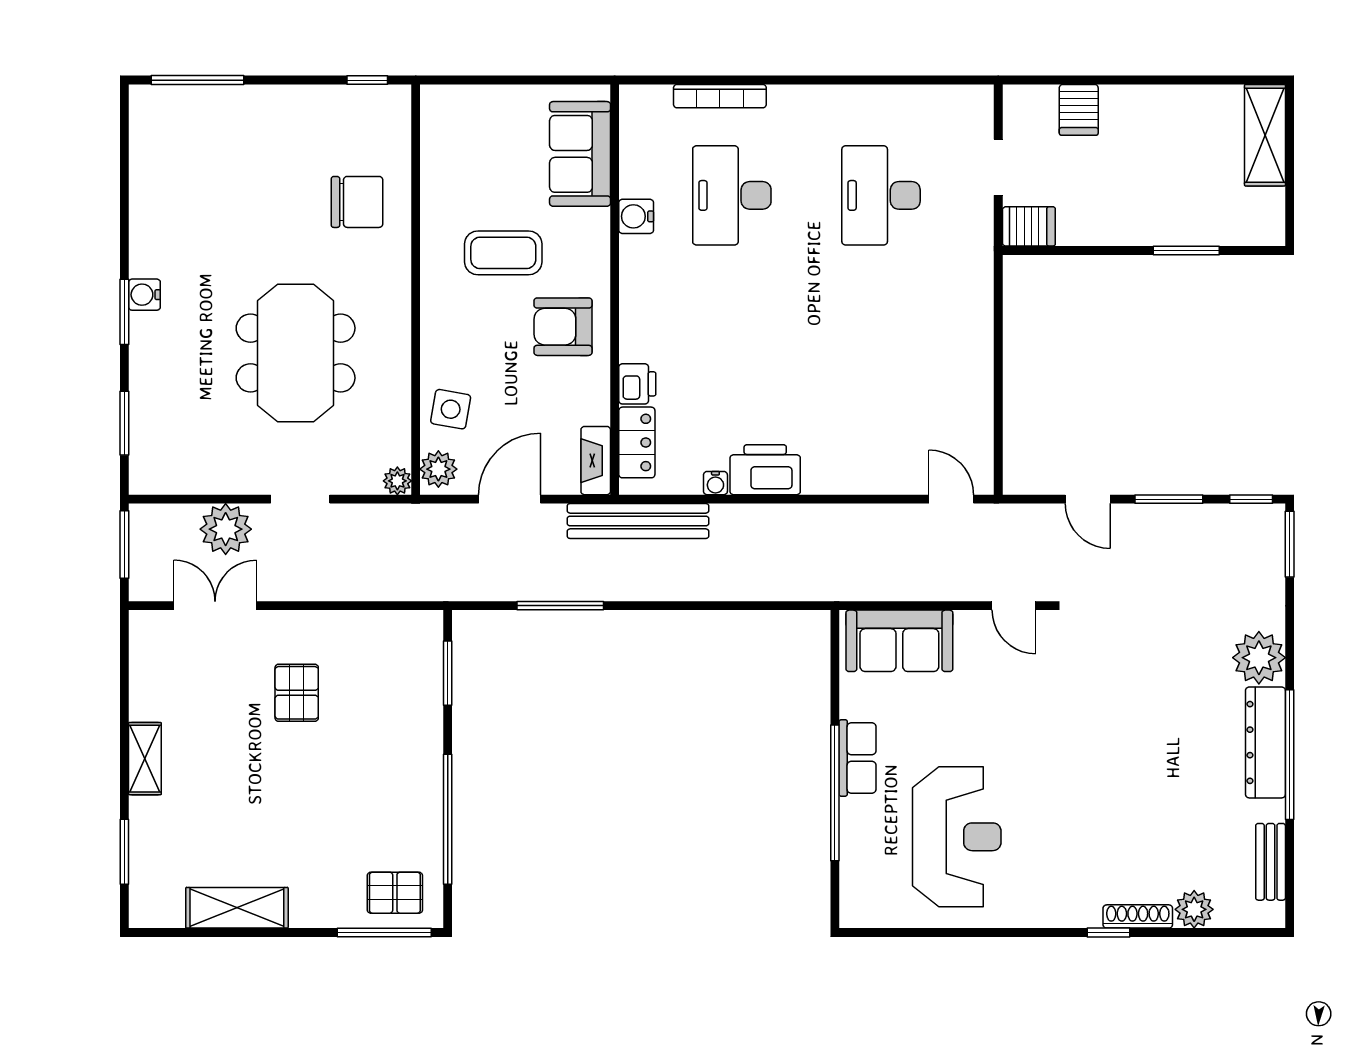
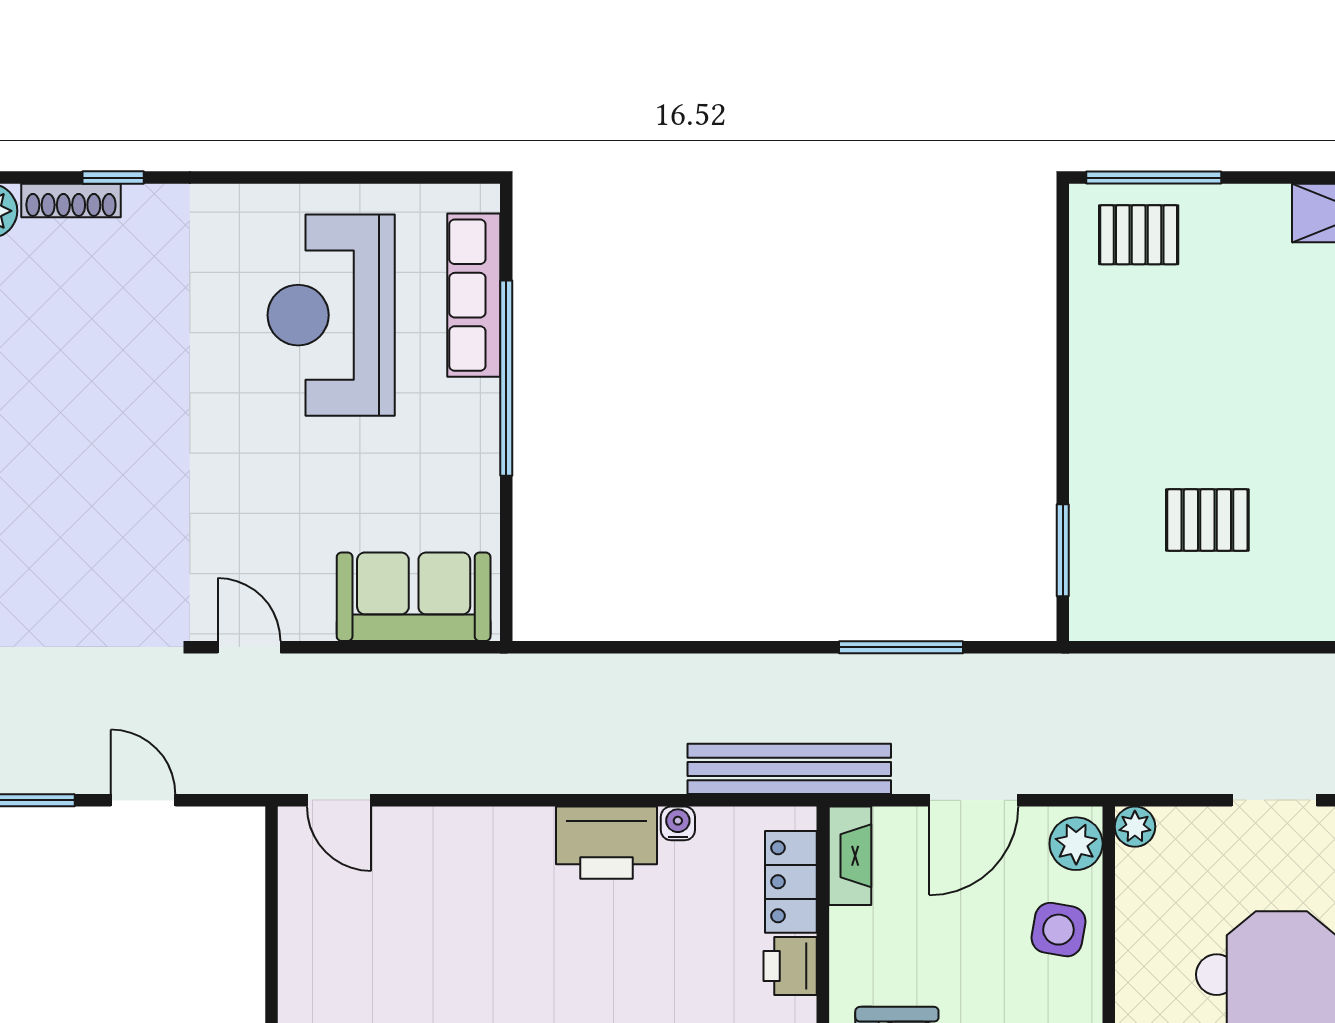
pallet: (297, 693) -> (1207, 520), moved, turned 90
row of seats: (858, 758) -> (474, 295), moved, width x1.48
window: (448, 819) -> (1063, 340), removed

